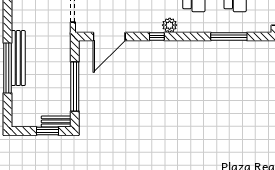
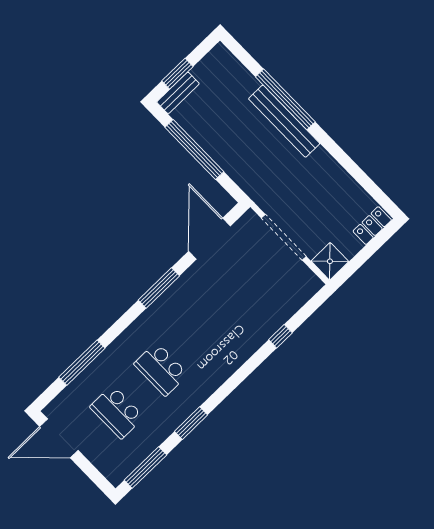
plant: (170, 25) -> (157, 313), removed
window: (157, 36) -> (159, 288), width x2.17

